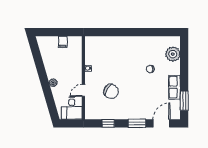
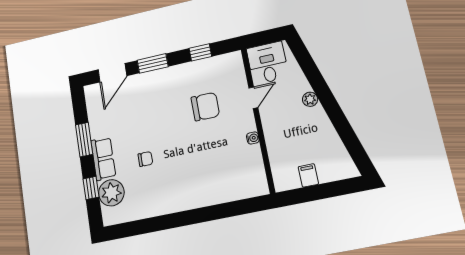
window: (184, 59) -> (91, 188), added
row of seats: (175, 87) -> (103, 159), moved
chair: (111, 91) -> (205, 107), turned 148
window: (184, 101) -> (84, 140), moved

